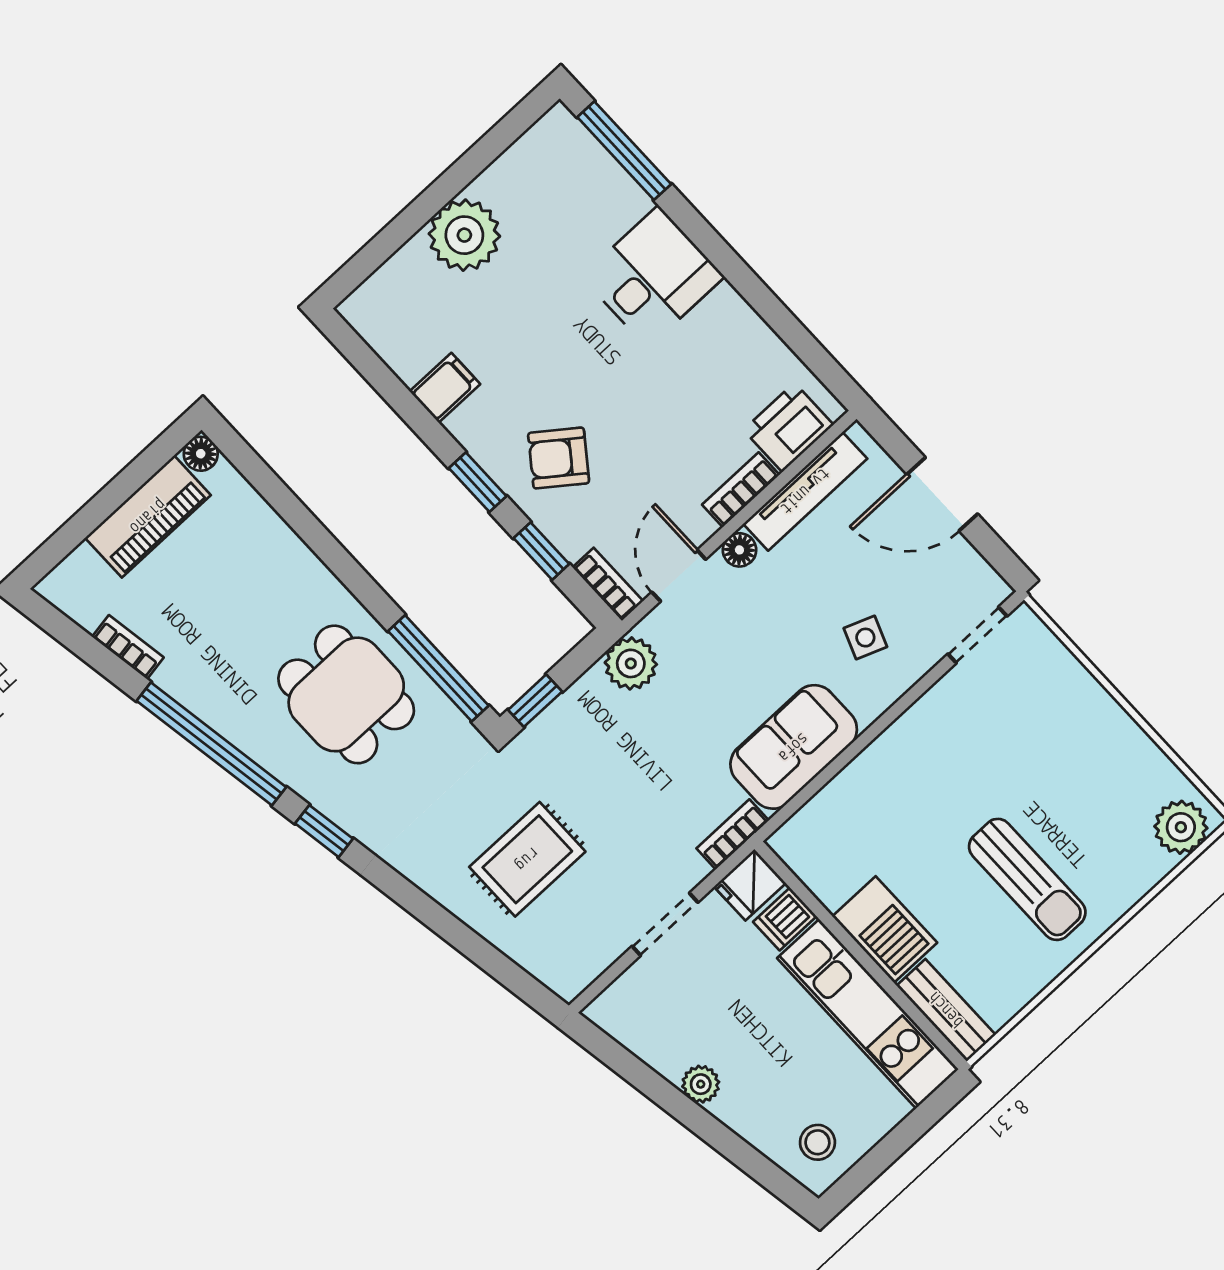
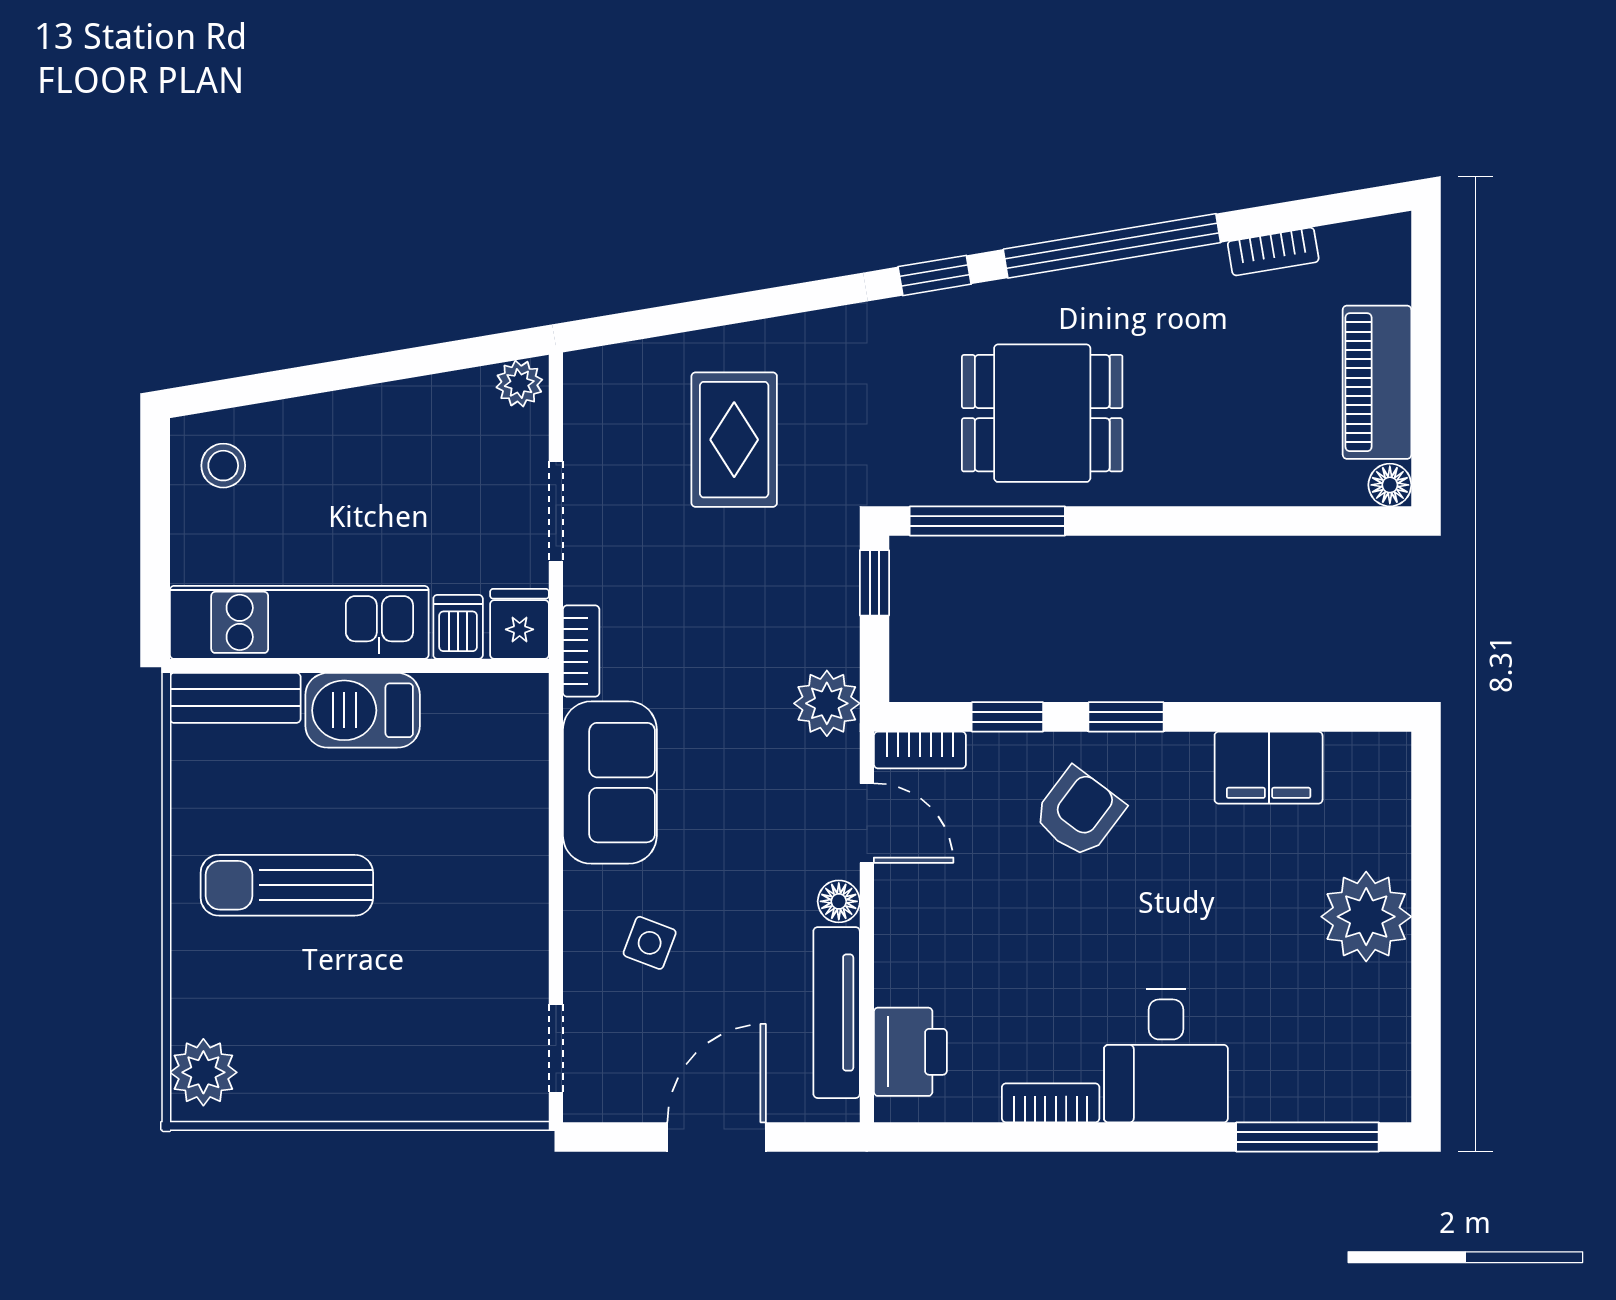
filing cabinet: (445, 388) -> (1269, 768), width x2.00
bookcase: (741, 490) -> (1051, 1103), moved, turned -90
plant: (701, 1084) -> (519, 384), moved

